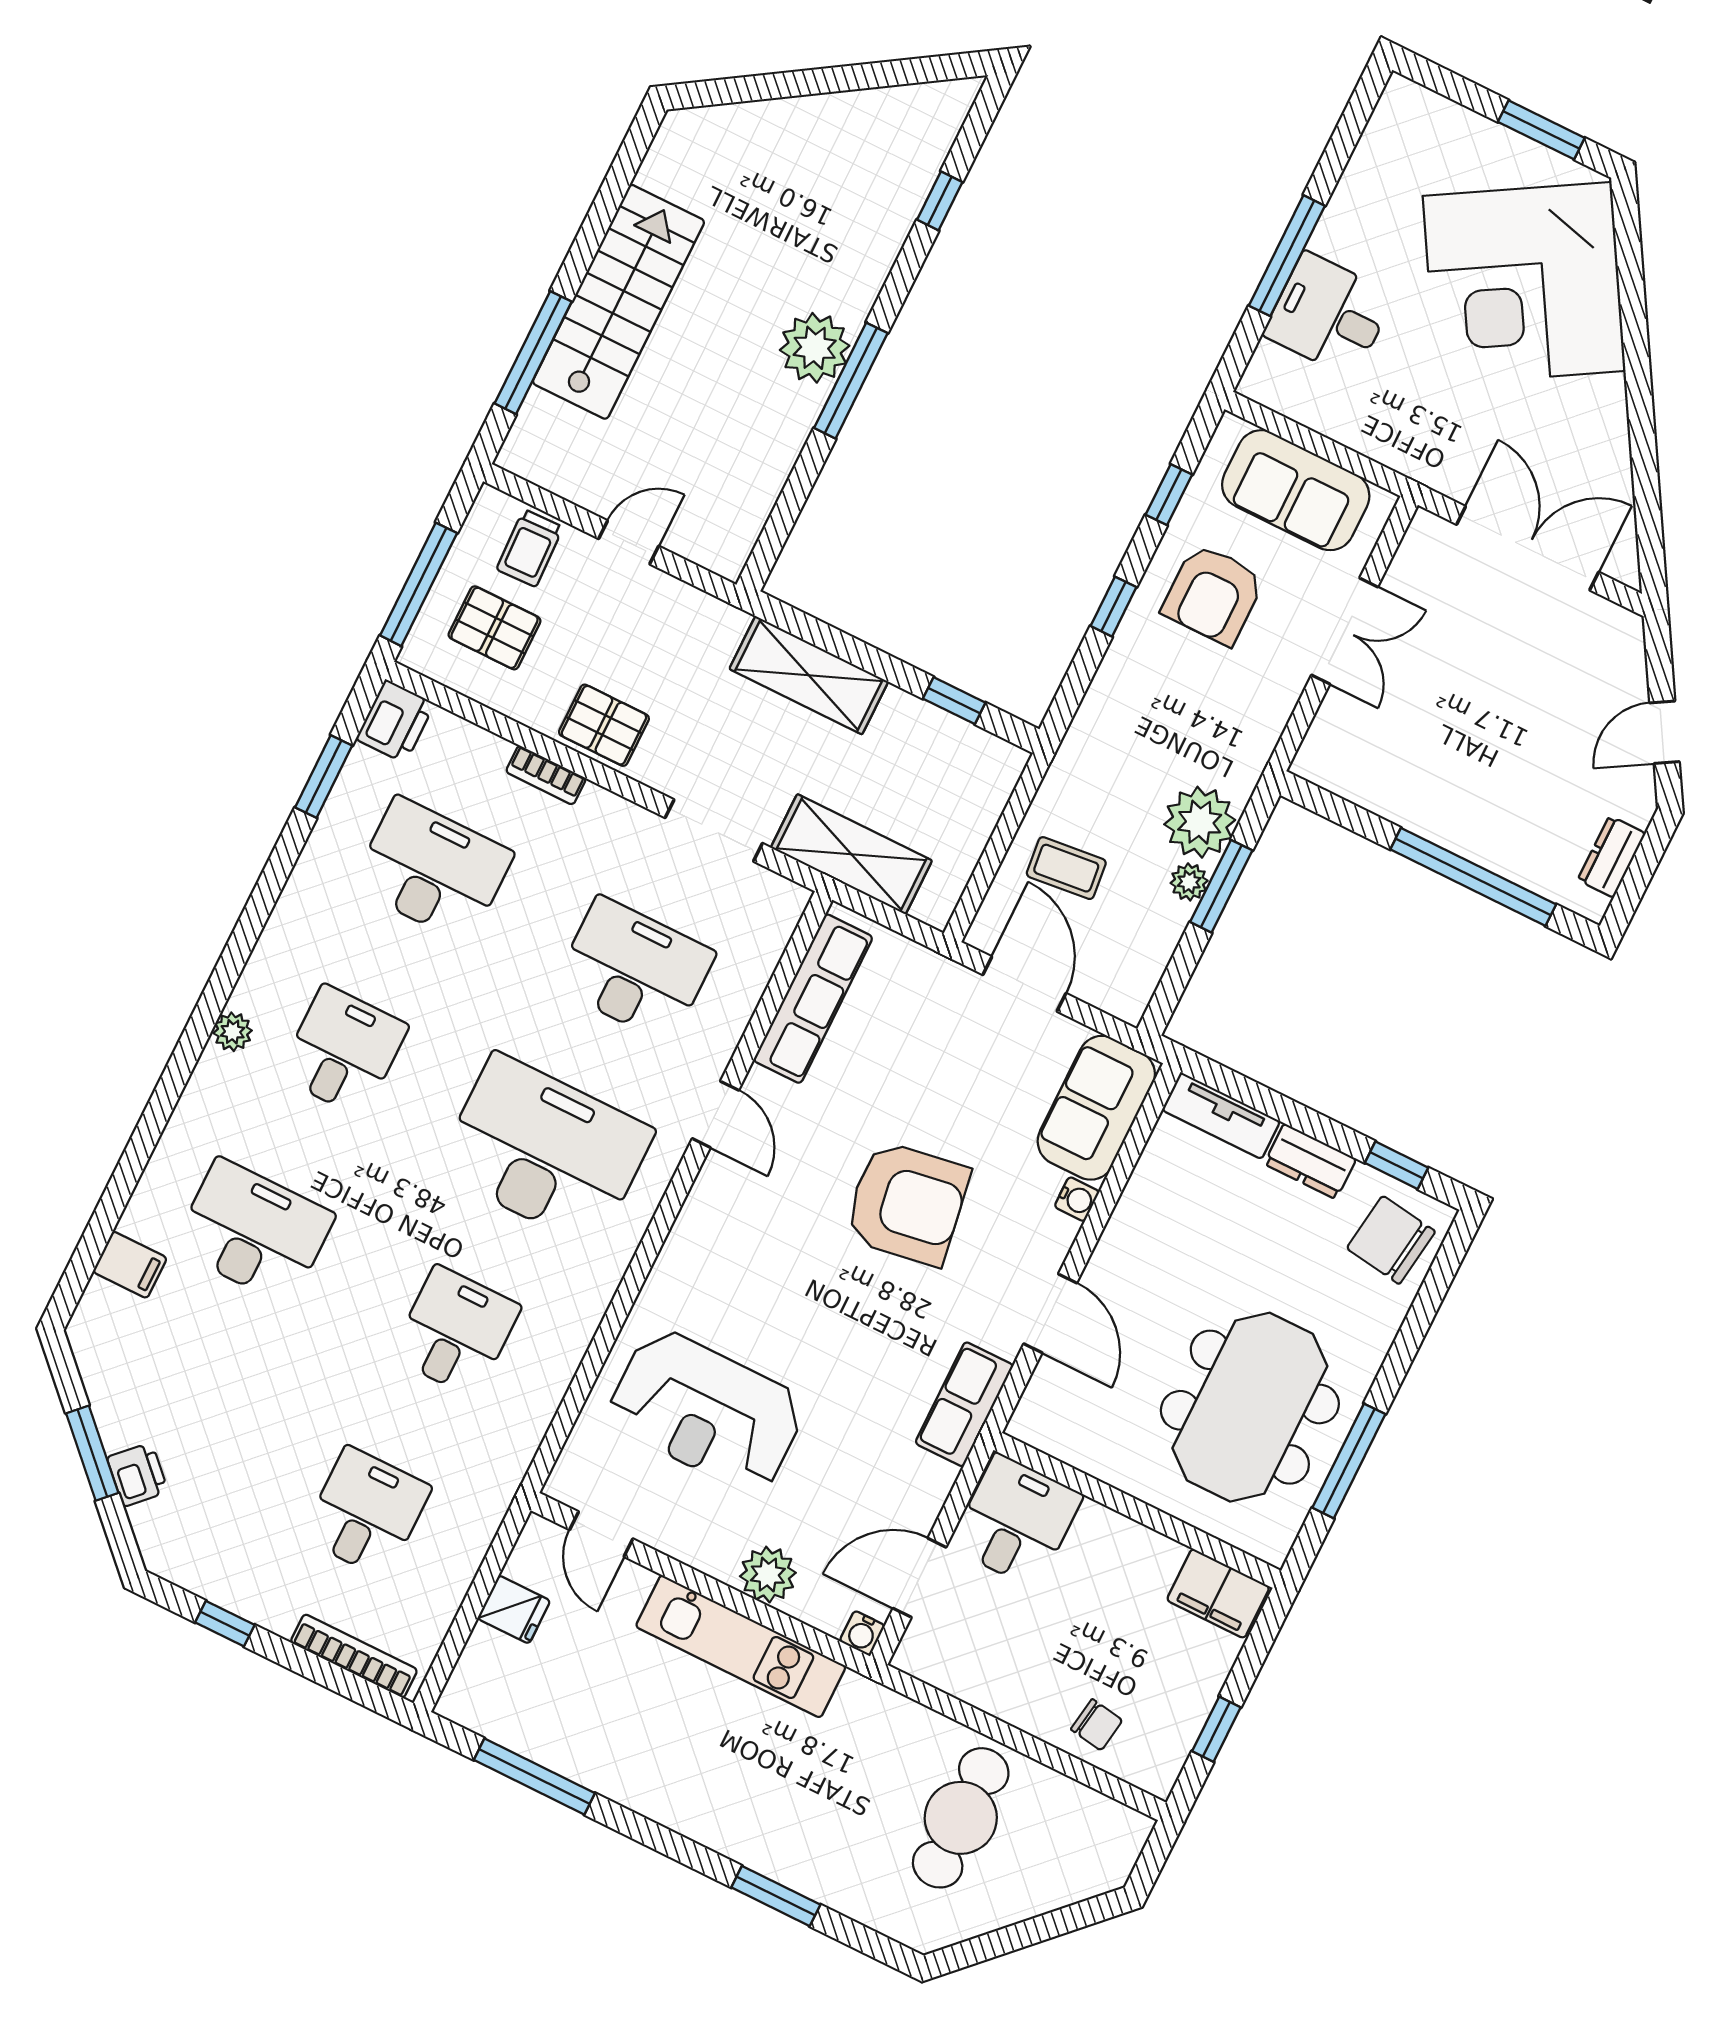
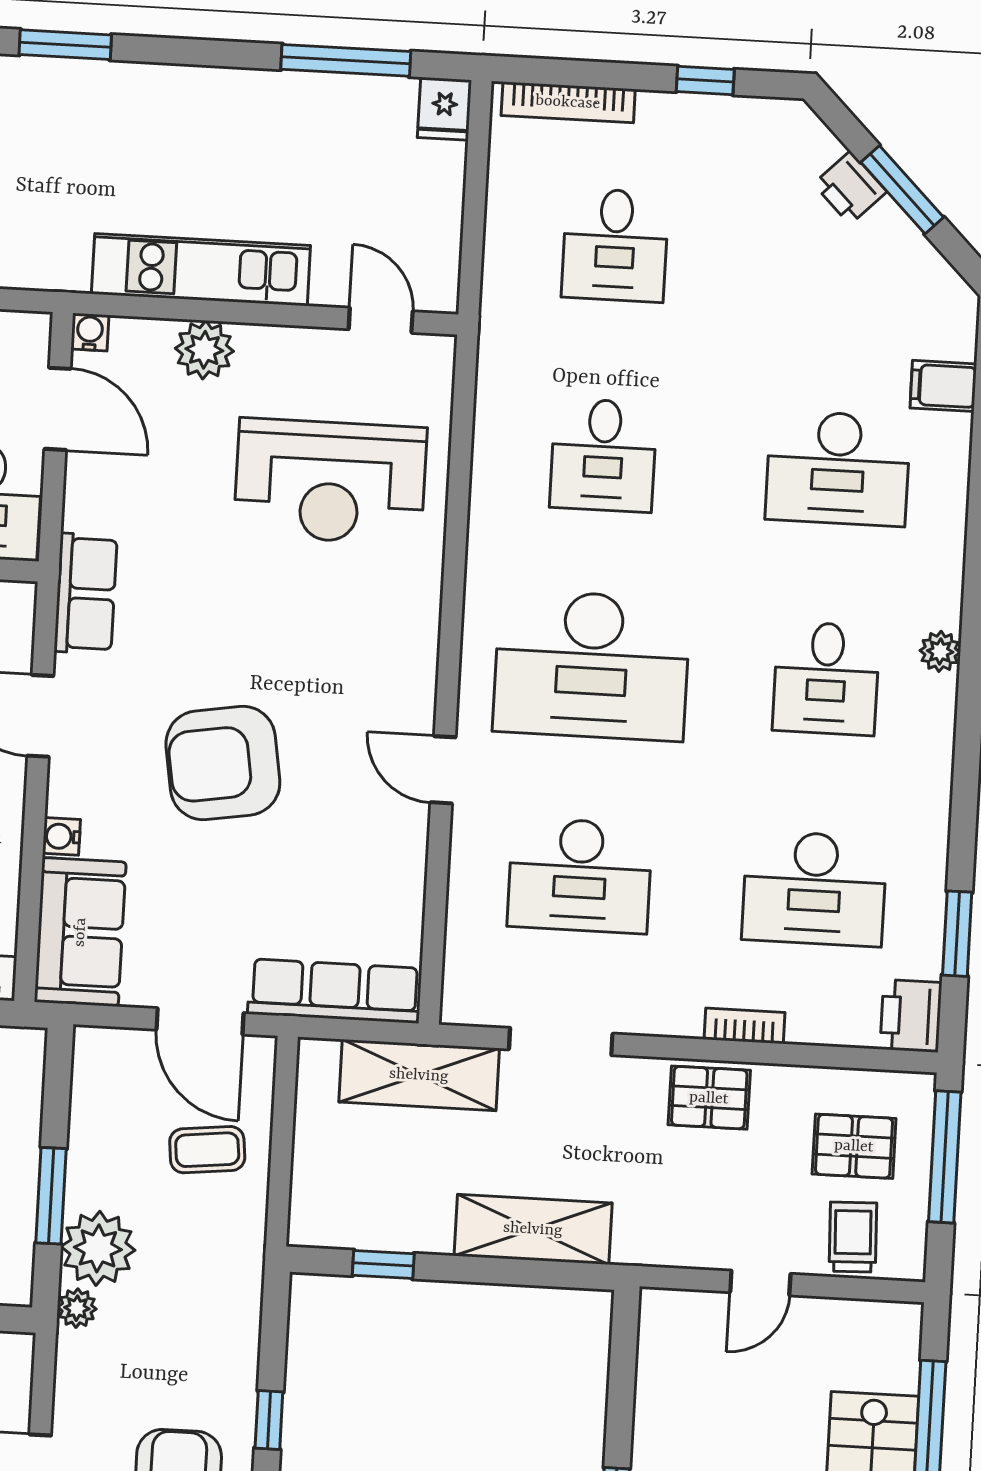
plant: (1189, 882) -> (77, 1308), moved
row of seats: (813, 999) -> (335, 991), moved, turned 90
reception desk: (706, 1411) -> (330, 481), turned 180
door: (920, 1578) -> (57, 409), hinge flipped
fridge: (514, 1610) -> (444, 109), moved, turned -90

